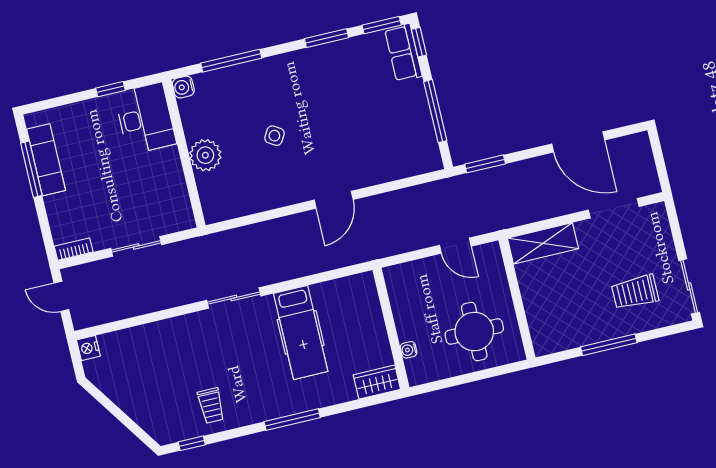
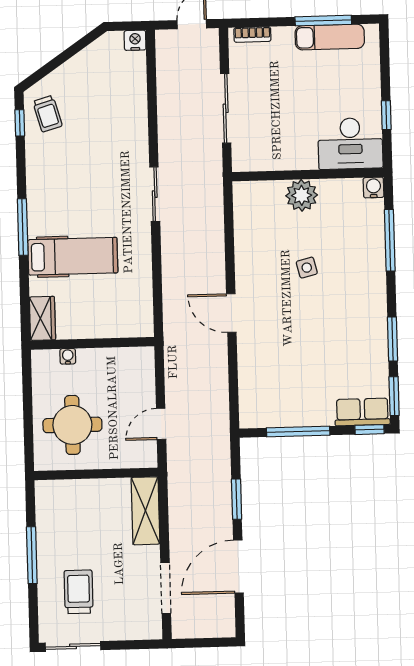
side table: (274, 136) -> (307, 268), turned 45
window: (485, 164) -> (237, 499), moved
sliding door: (136, 246) -> (226, 108), width x1.37
bookcase: (74, 249) -> (252, 34), moved, turned 90
hospital bed: (301, 332) -> (73, 256), moved, turned 180
trolley: (211, 406) -> (47, 114), moved, turned -106

